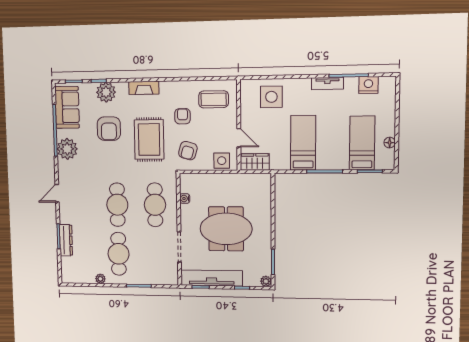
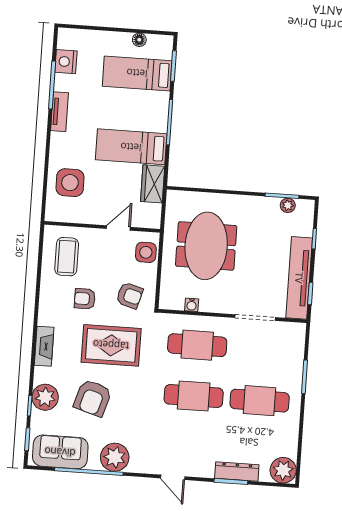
armchair: (109, 129) -> (93, 398), turned 107
wardrobe: (255, 162) -> (153, 184), moved
meeting table: (226, 229) -> (206, 246), moved
plant: (100, 279) -> (283, 470), moved, width x1.88, depth x1.88
plant: (266, 281) -> (288, 205), moved

